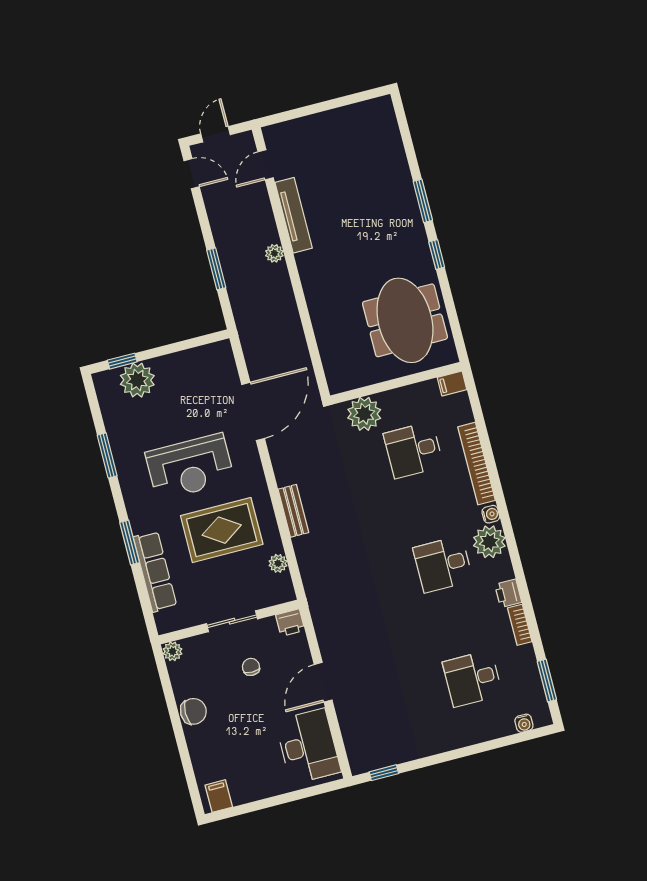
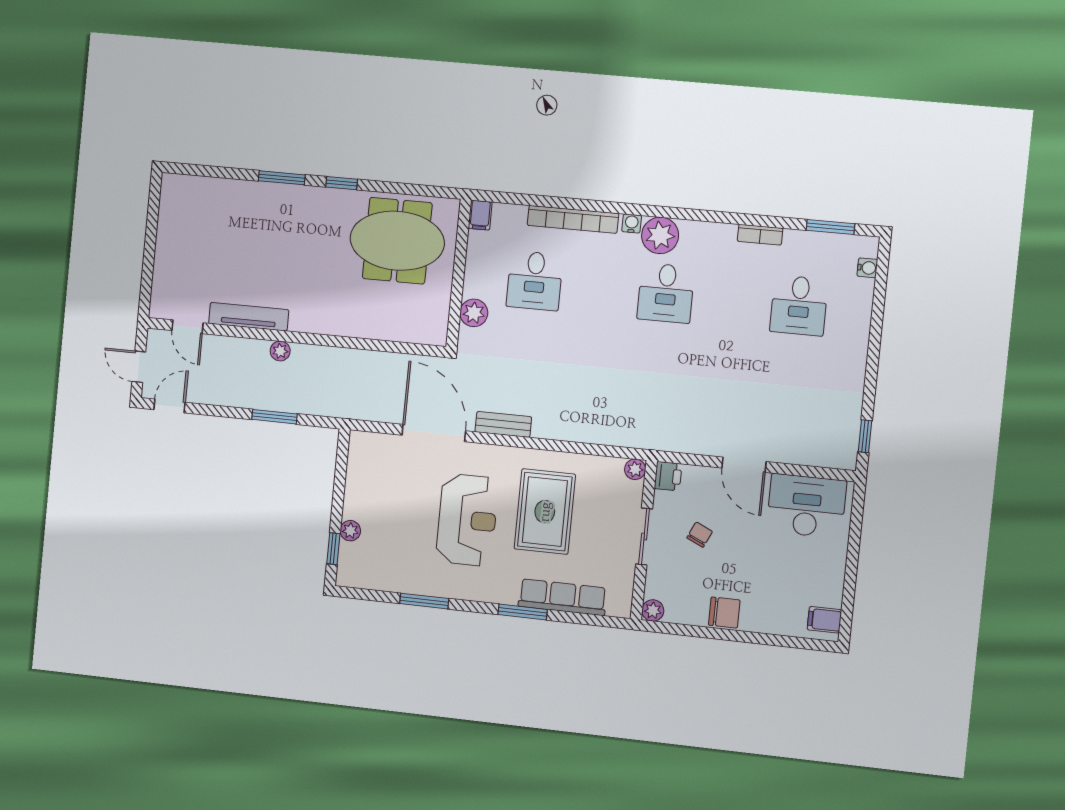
plant: (137, 380) -> (350, 531), width x0.53, depth x0.53
plant: (364, 414) -> (474, 313), width x0.73, depth x0.73
bench: (293, 511) -> (503, 424), moved
plant: (278, 563) -> (635, 469), moved
printer: (508, 593) -> (722, 235), removed
chair: (251, 667) -> (700, 535), turned 115
chair: (193, 711) -> (724, 613), turned 90

